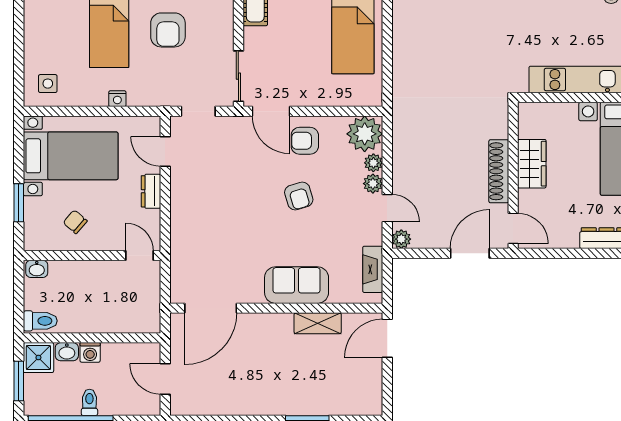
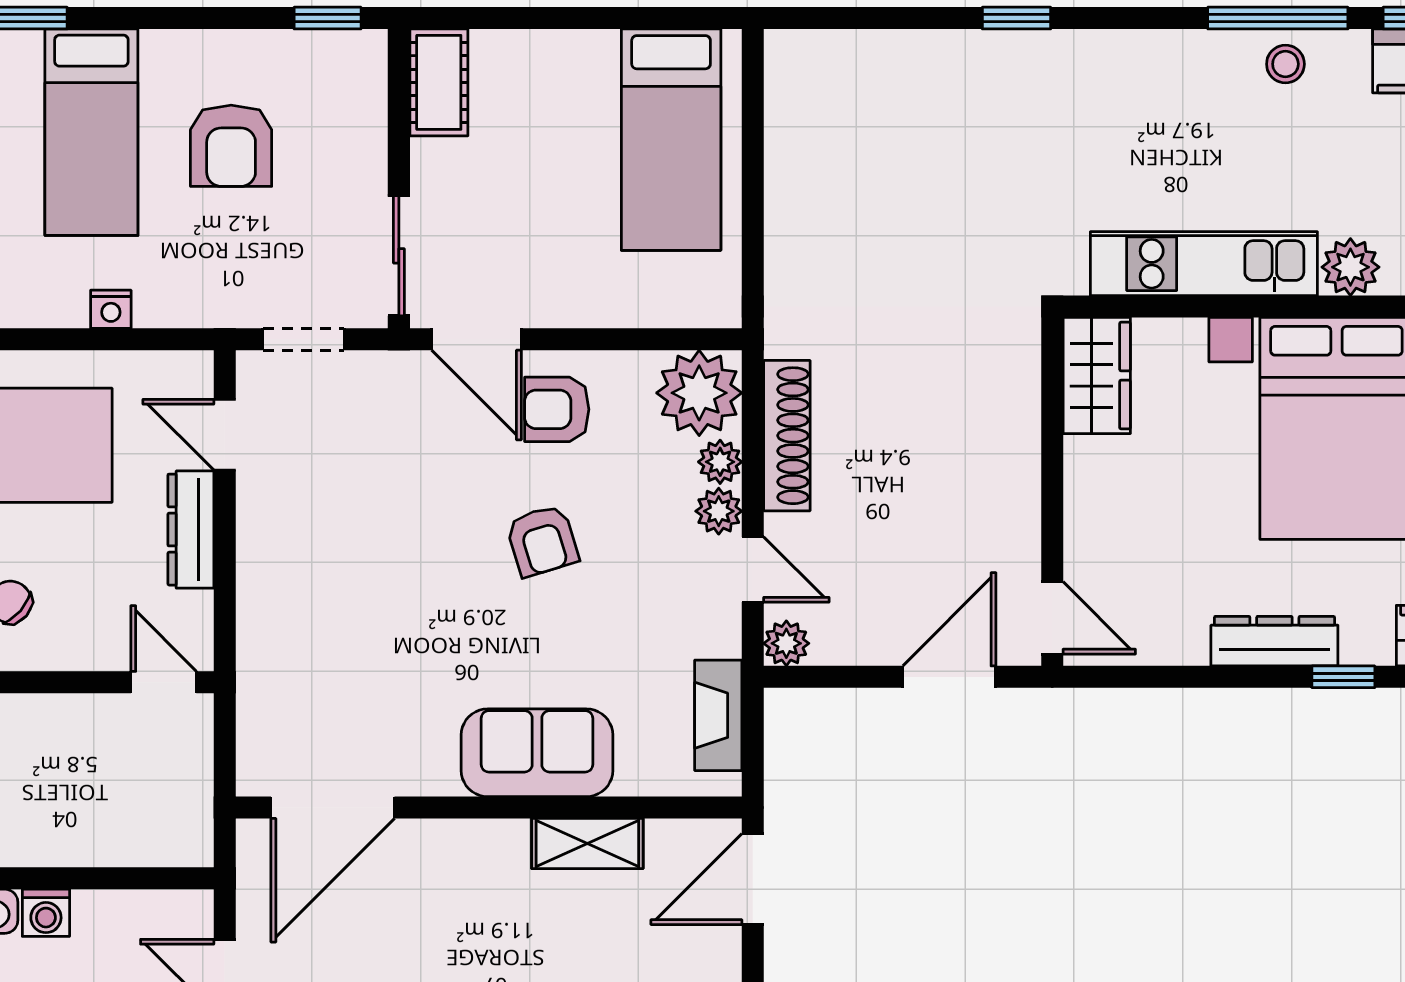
wardrobe: (532, 164) -> (1097, 376), moved
shoe rack: (499, 171) -> (787, 436), moved, turned 180
dresser: (151, 191) -> (191, 530), width x1.44

